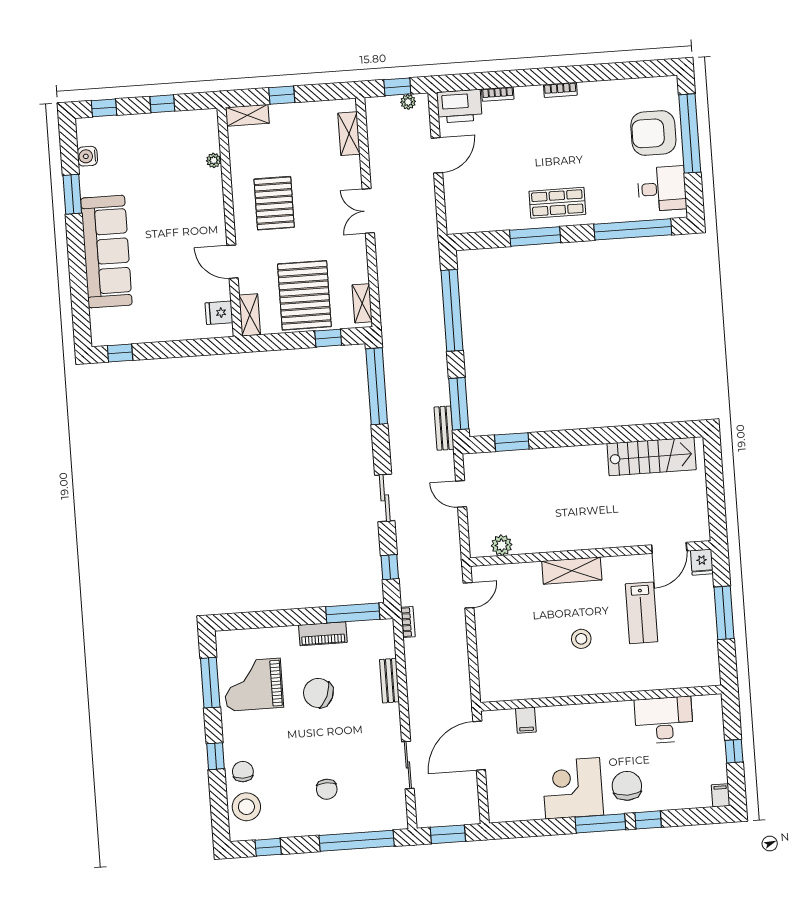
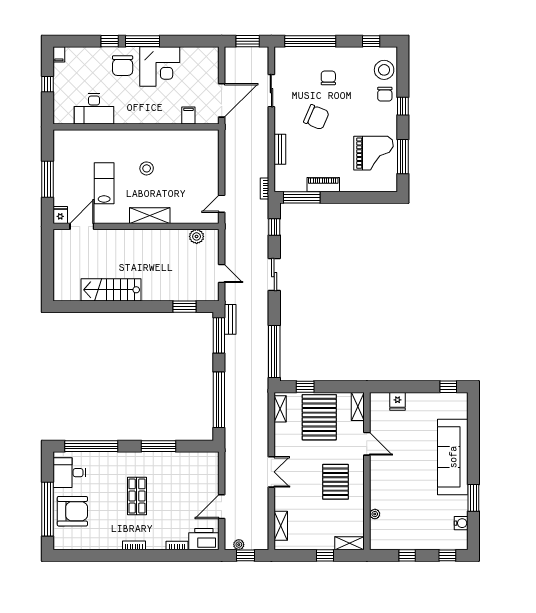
shop shelf: (557, 203) -> (137, 496), moved, turned 90
fridge: (219, 313) -> (398, 401), moved, turned 90
stairs: (652, 457) -> (111, 290), moved
chair: (318, 693) -> (316, 117), moved

